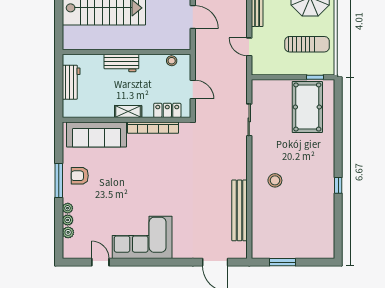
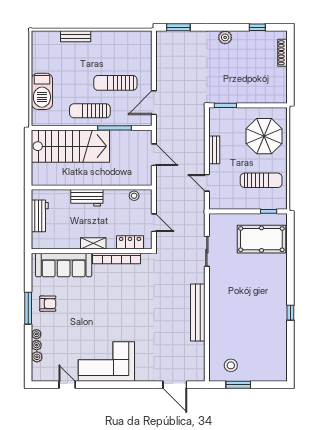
pool table: (307, 107) -> (261, 239), turned 90
armchair: (80, 176) -> (48, 304), turned 180
stool: (275, 180) -> (231, 365), moved
bench: (240, 210) -> (198, 313), moved

